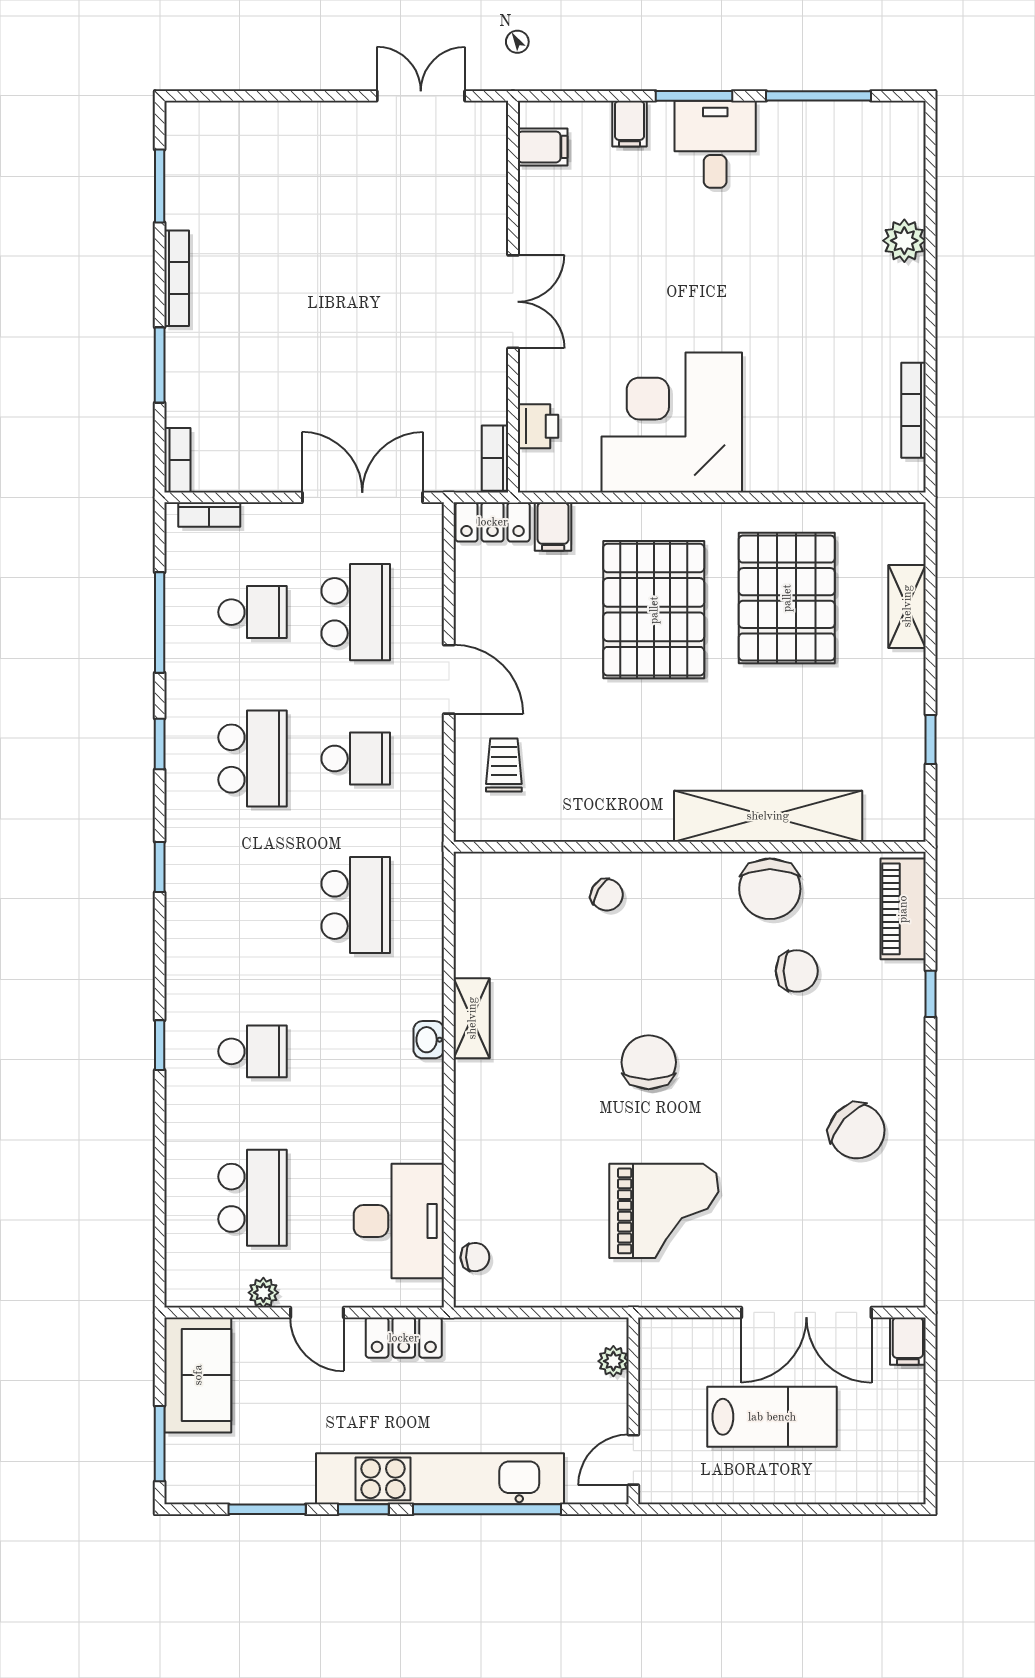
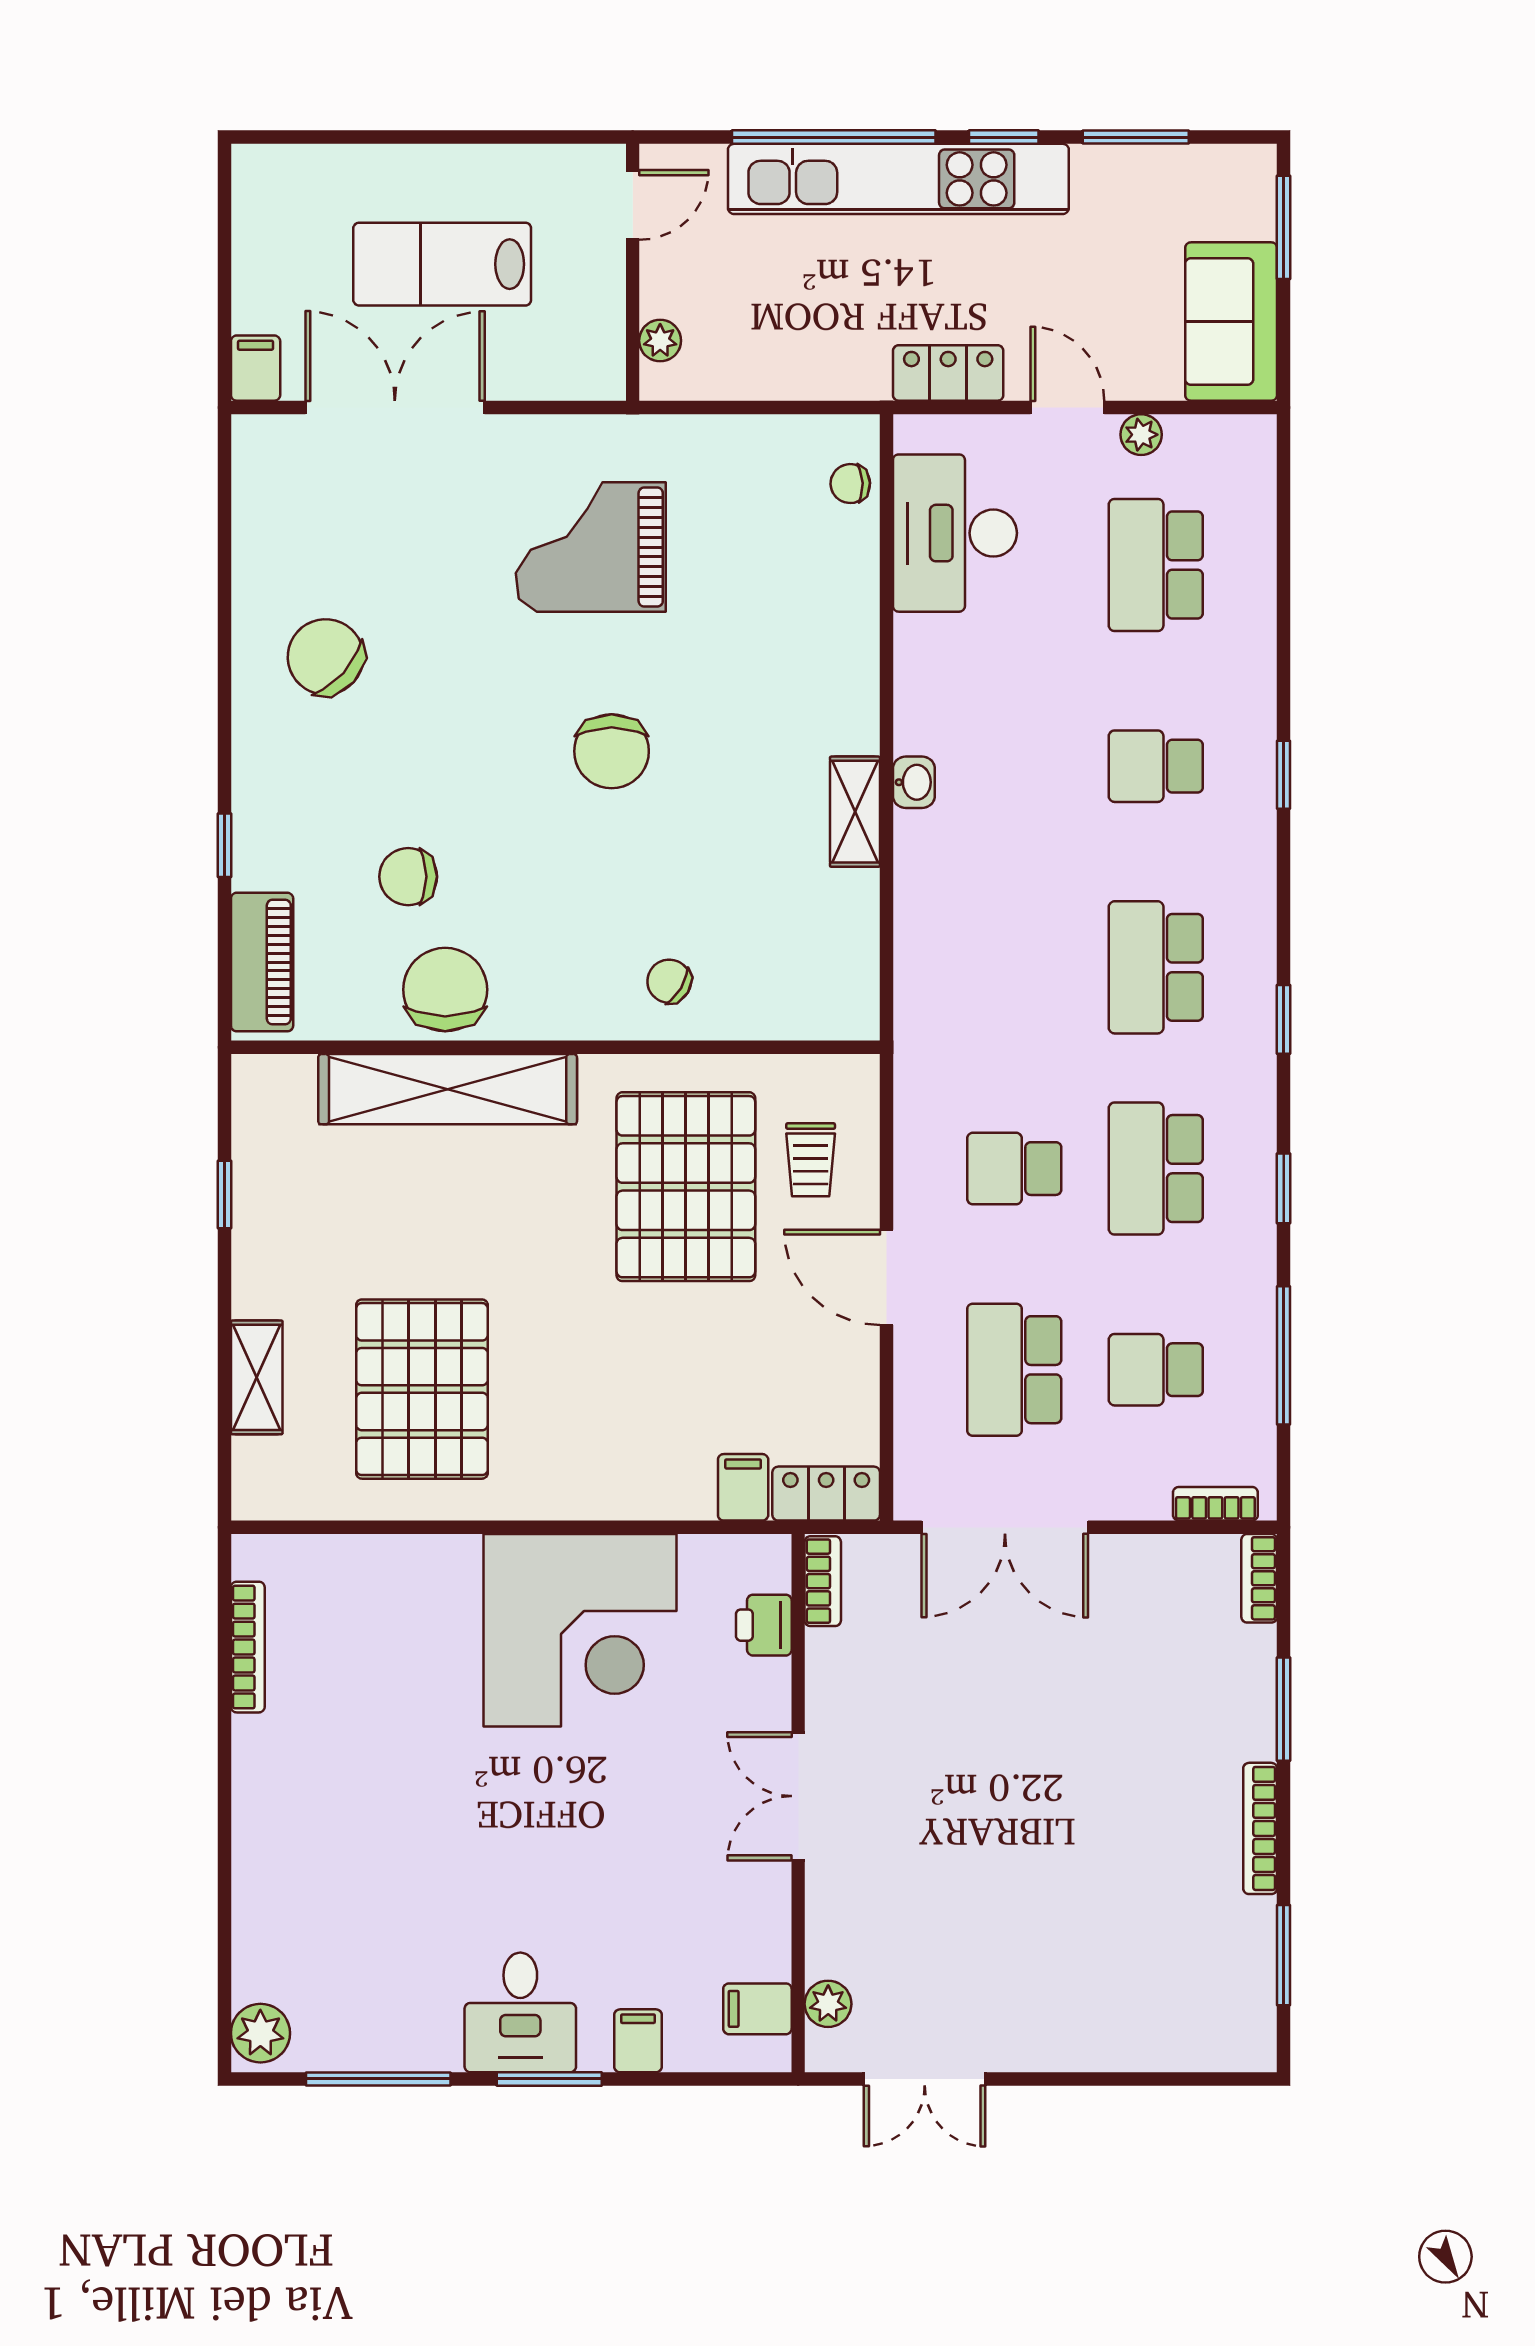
plant: (491, 151) -> (828, 2004), added
plant: (904, 241) -> (260, 2033), moved
pallet: (654, 610) -> (686, 1187), moved
school desk: (356, 905) -> (1156, 967), moved

